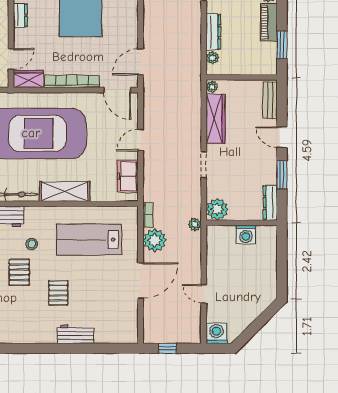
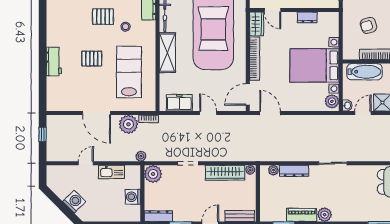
kitchen sink: (215, 262) -> (111, 172), added
pallet: (58, 293) -> (92, 59), moved
washing machine: (216, 333) -> (74, 202), moved, turned -45

